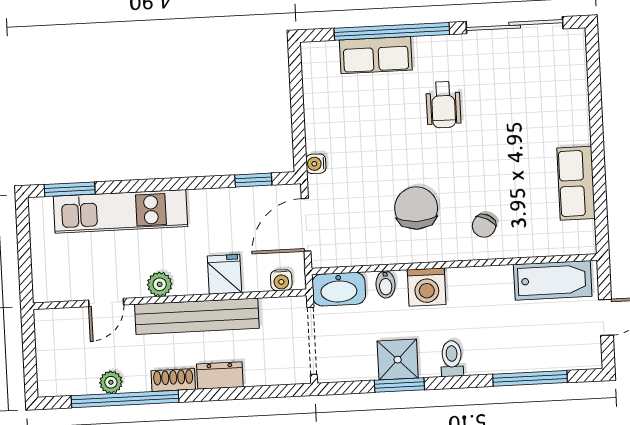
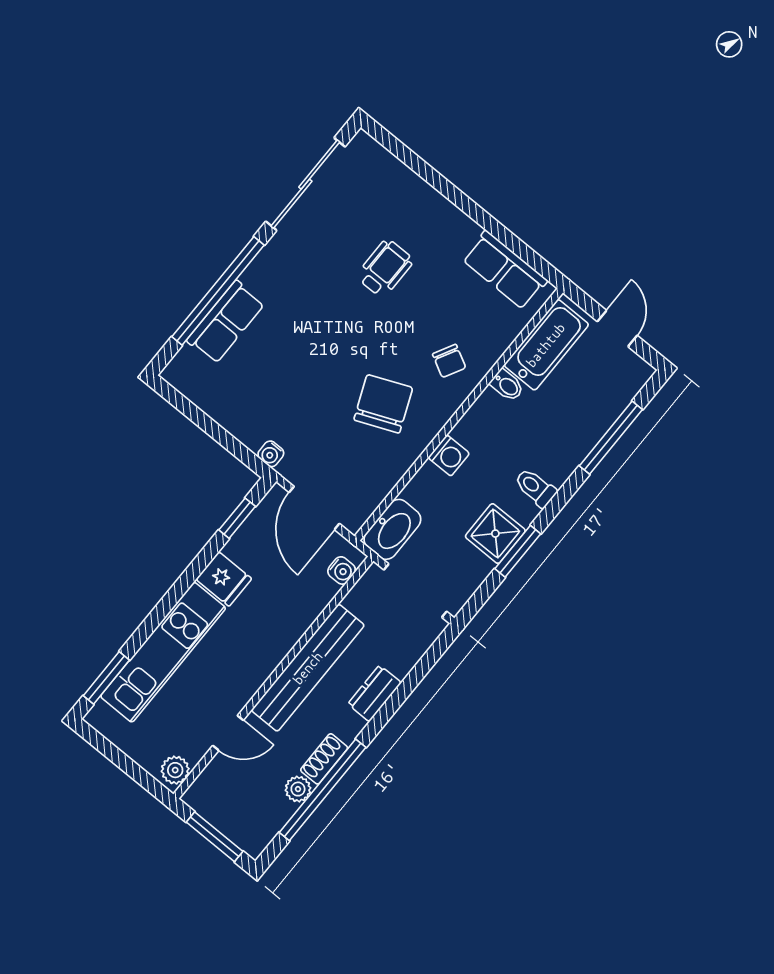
wheelchair: (443, 105) -> (385, 268), moved, turned -90
row of seats: (576, 183) -> (505, 270), moved
chair: (416, 208) -> (383, 404), turned 67
fridge: (224, 274) -> (224, 579), moved, turned 180
plant: (160, 284) -> (175, 770), moved
bidet: (386, 284) -> (507, 385), moved
washing machine: (427, 287) -> (449, 456), width x0.73, depth x0.73
door: (106, 303) -> (228, 733), hinge flipped
window: (30, 356) -> (215, 837), added
shoe rack: (173, 380) -> (324, 759), moved

